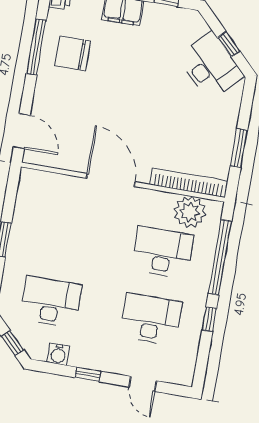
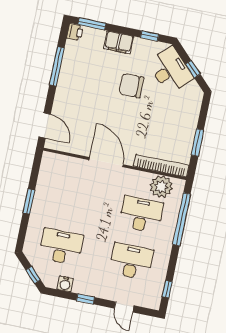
chair: (73, 53) -> (131, 86), moved
desk: (211, 66) -> (170, 70), moved
window: (209, 319) -> (167, 289), moved

